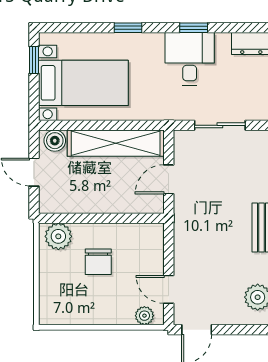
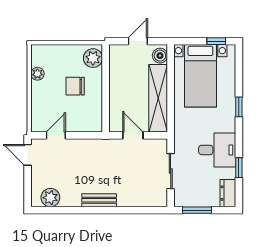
window: (194, 28) -> (239, 168), moved
plant: (144, 316) -> (37, 74), moved

